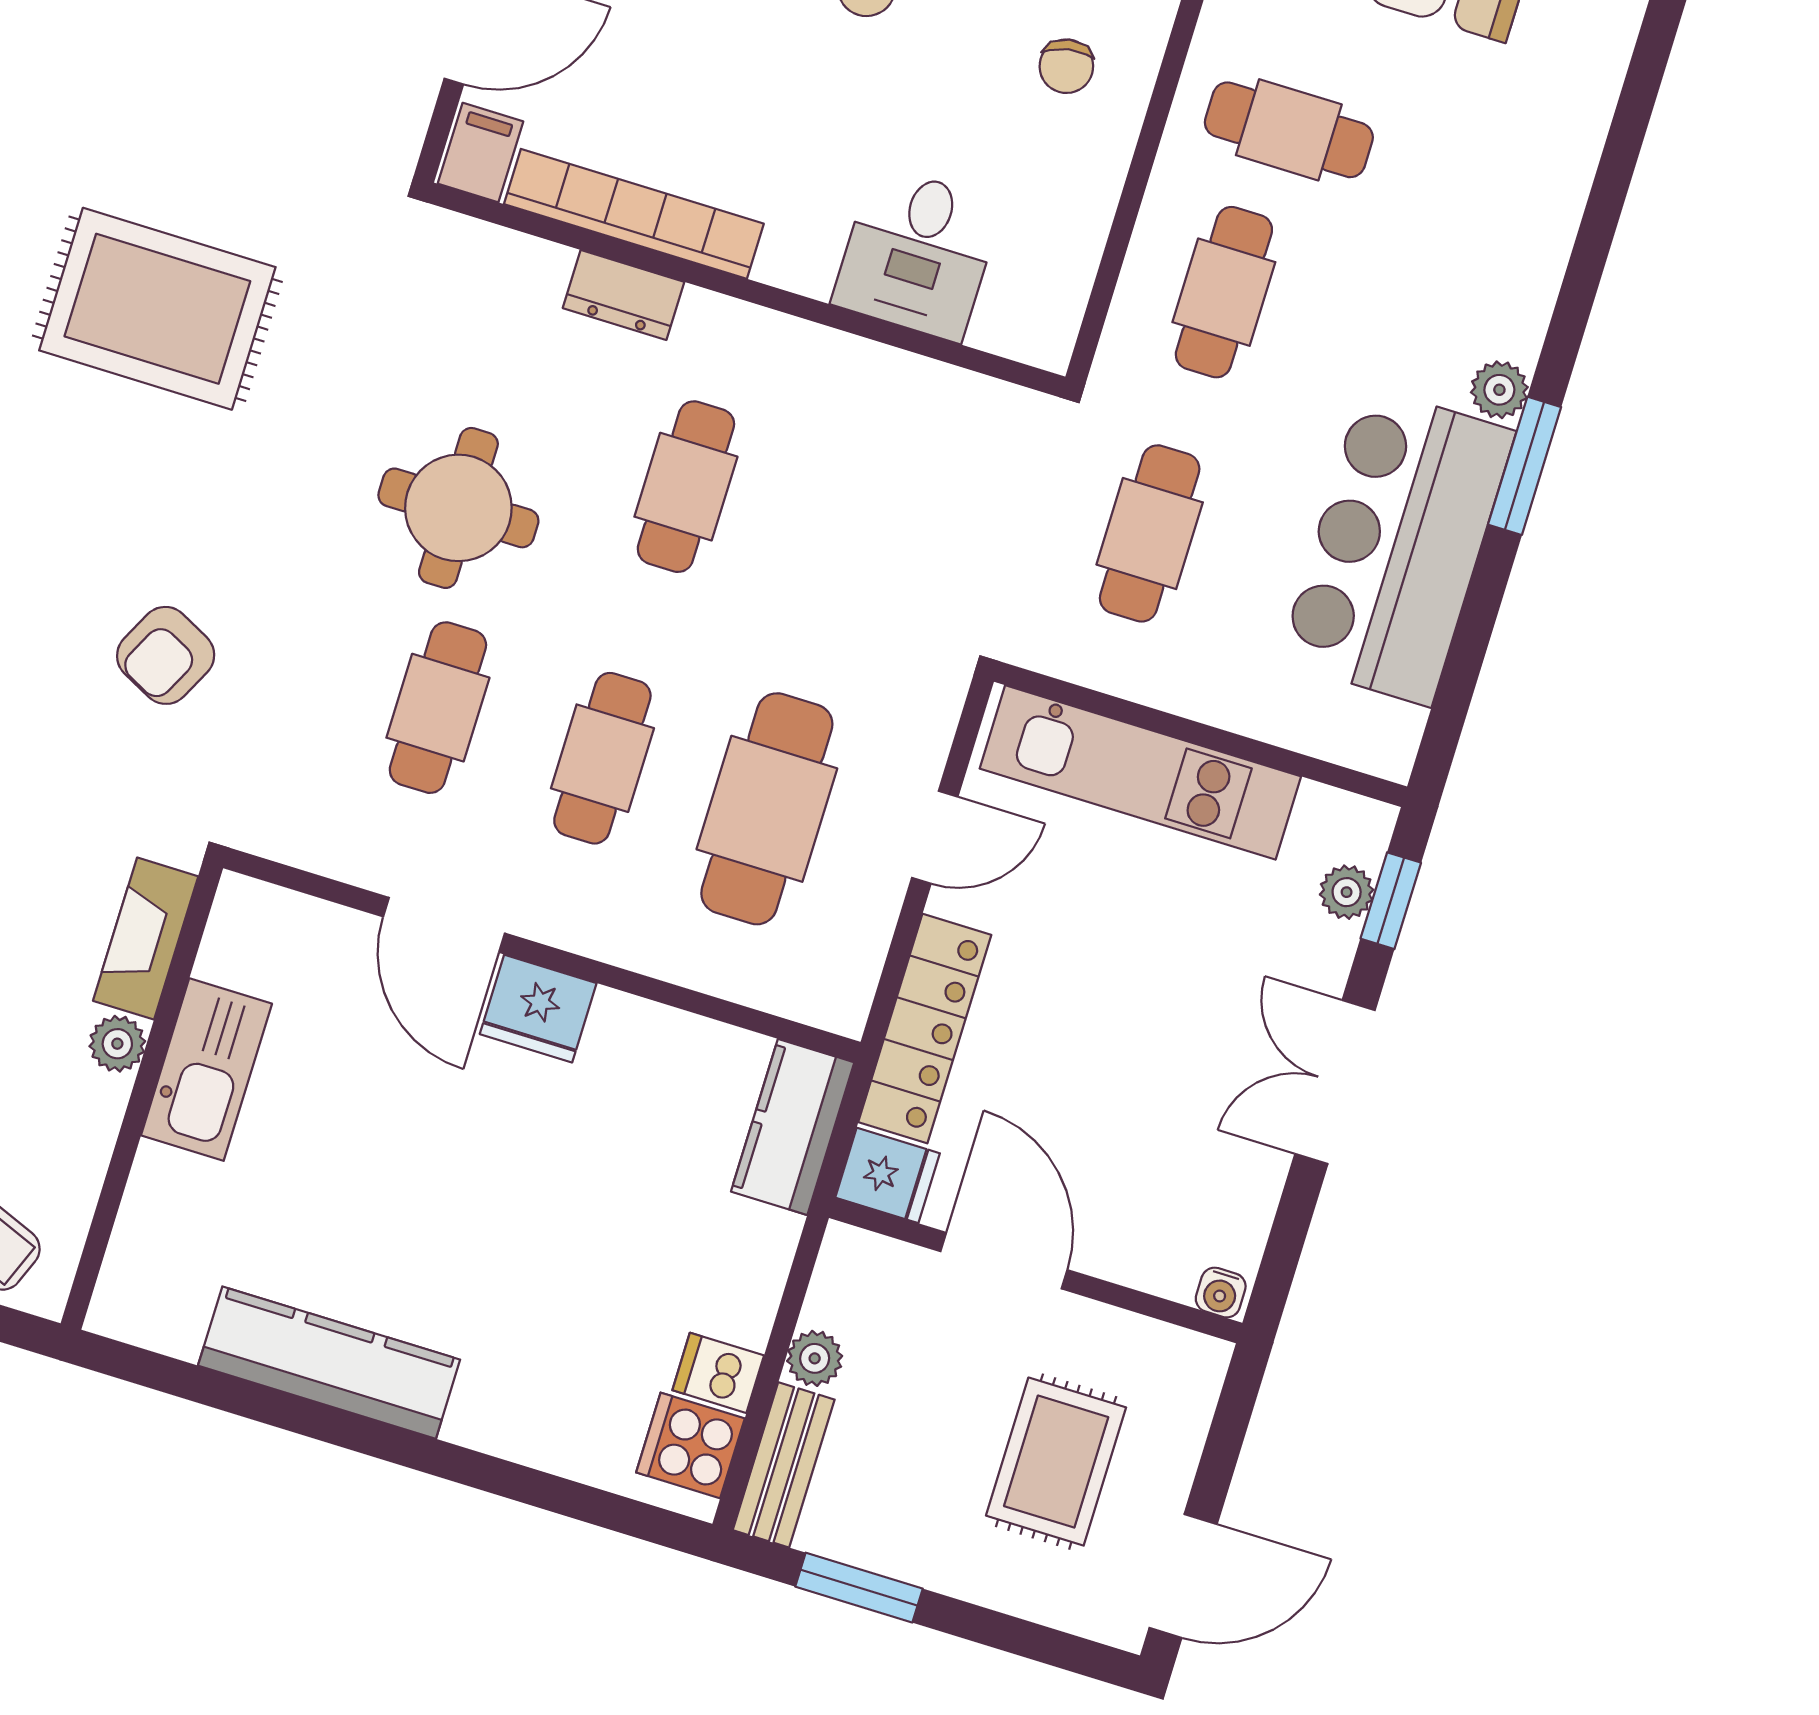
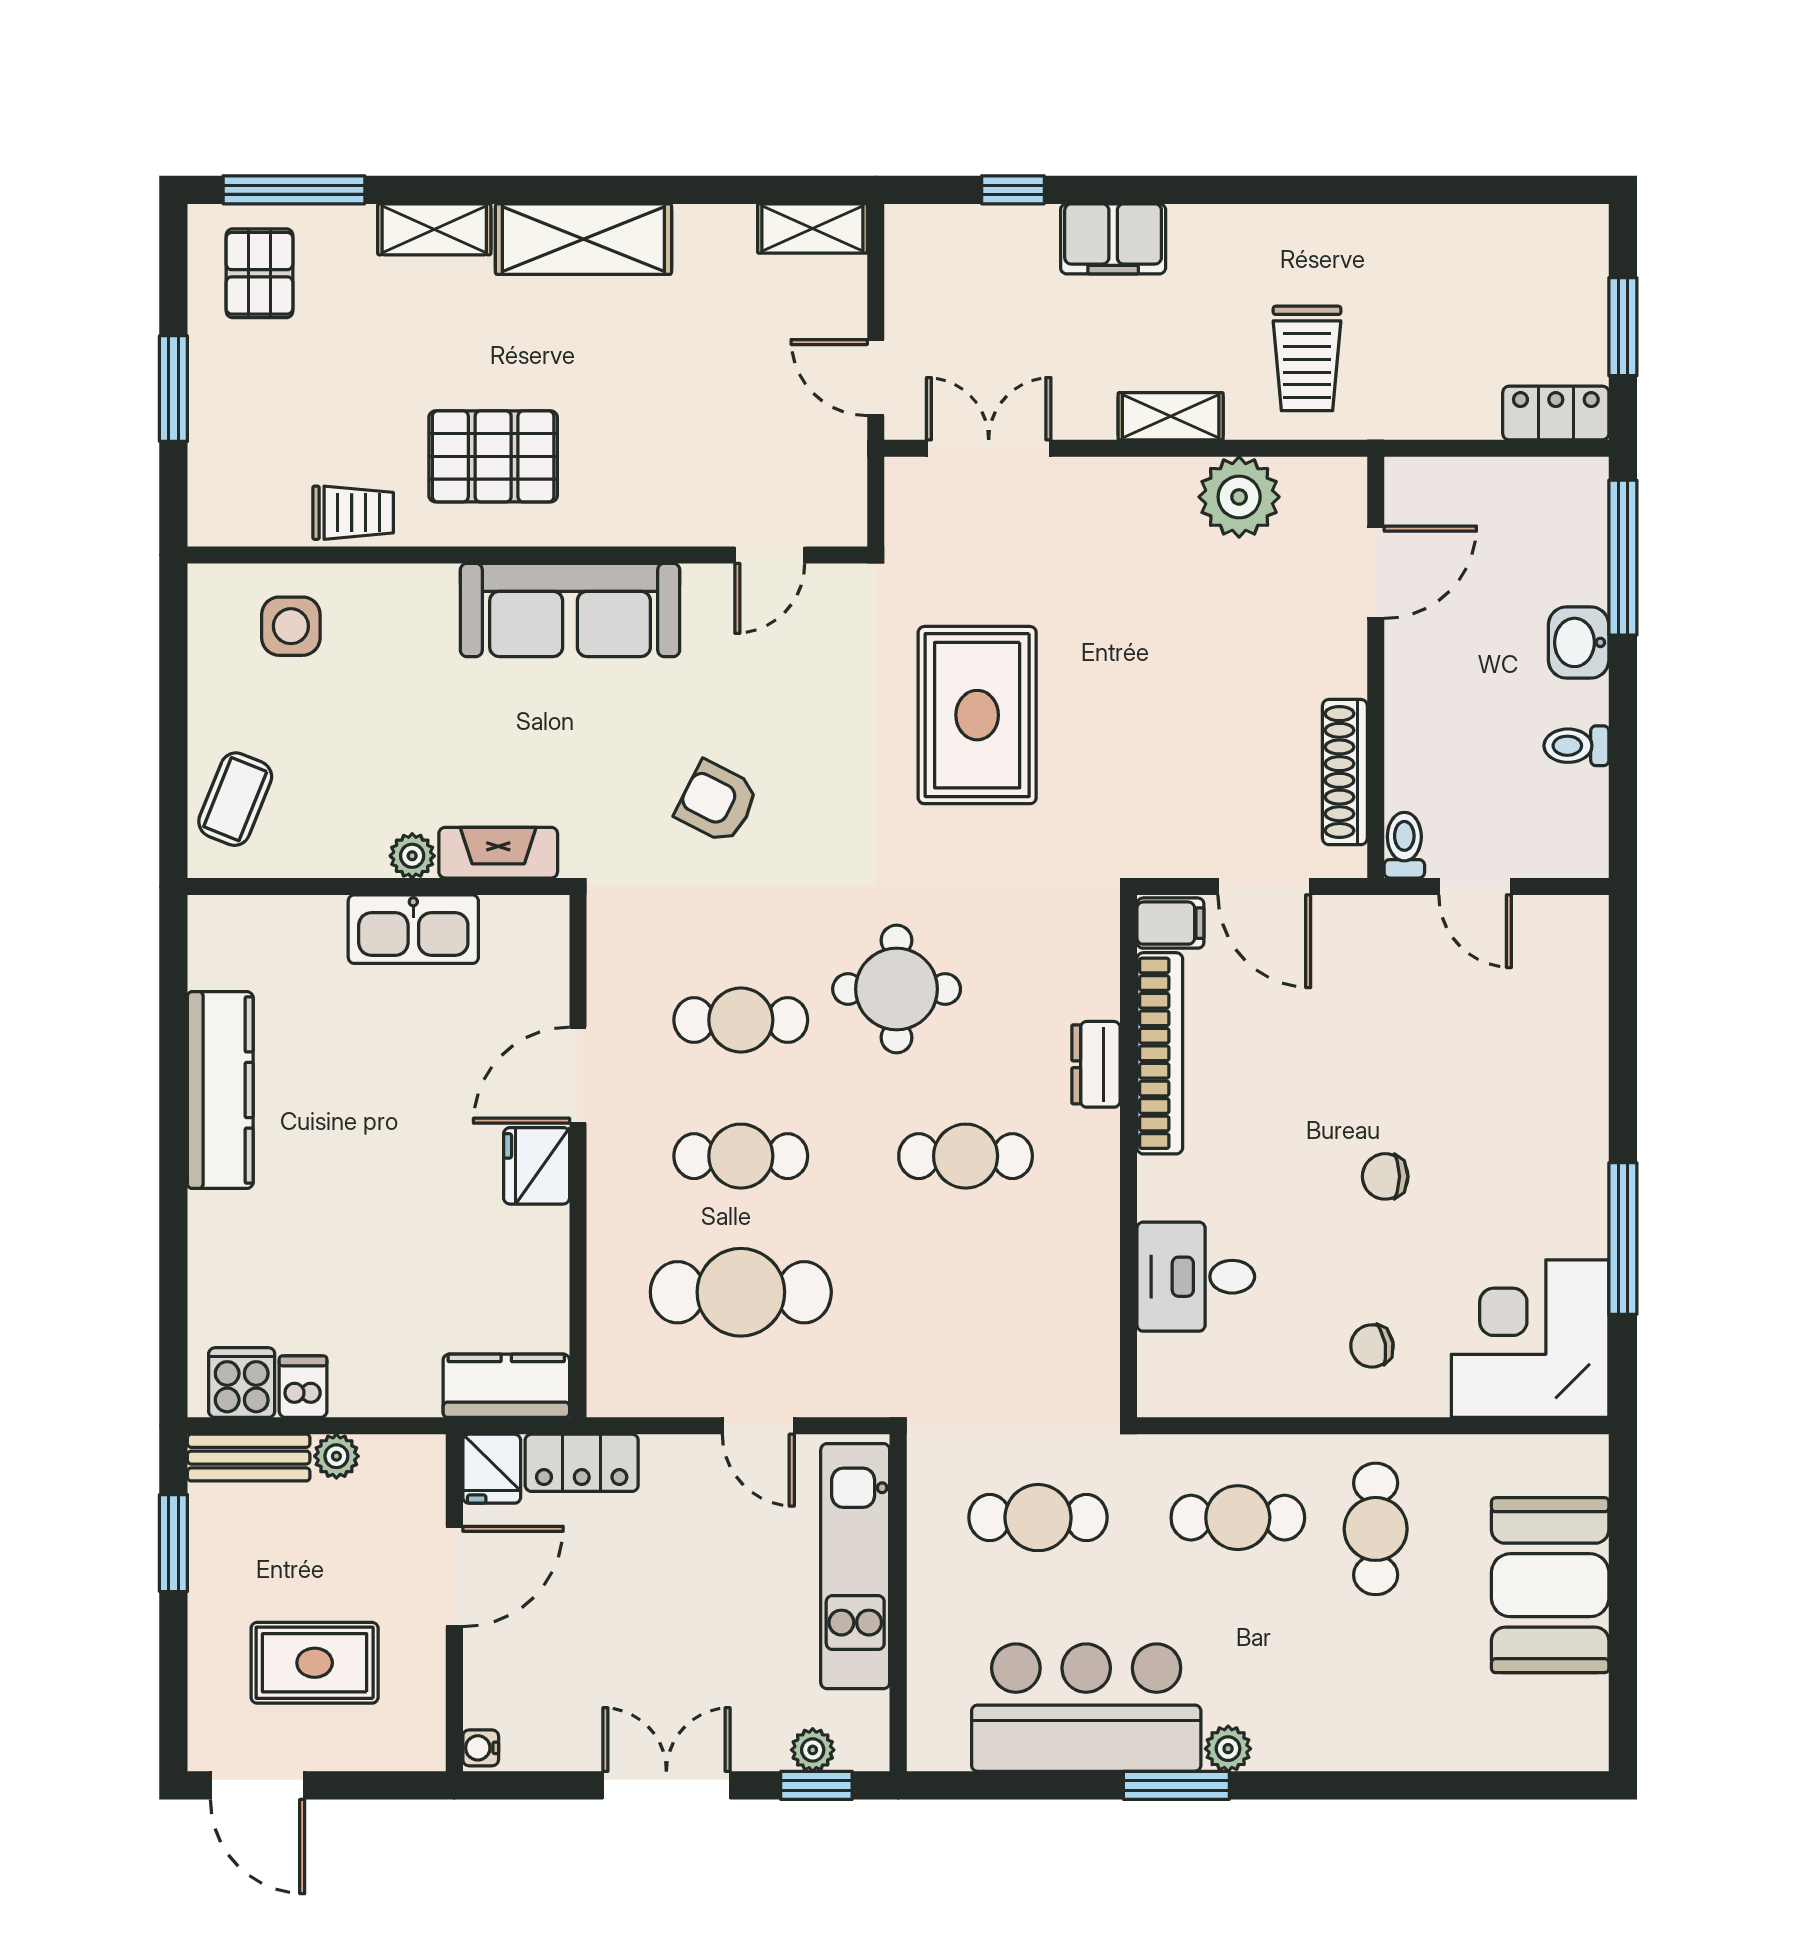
locker: (925, 1029) -> (582, 1463), width x0.66

